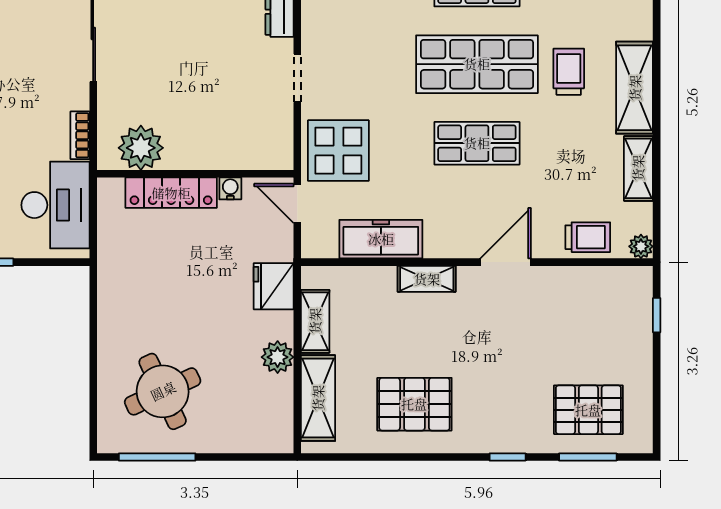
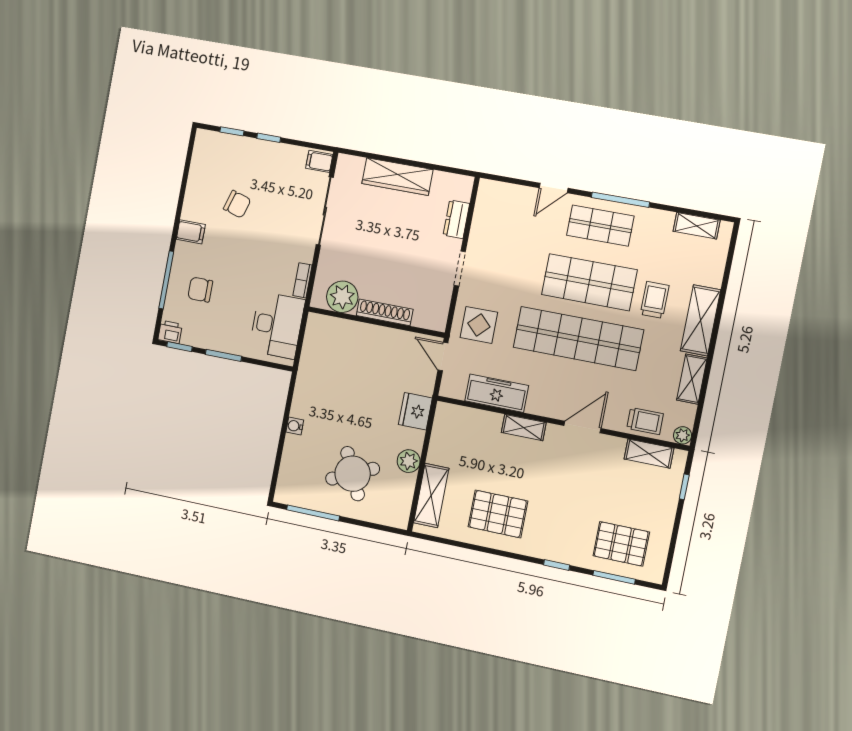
shop shelf: (477, 143) -> (578, 339), width x2.00, depth x1.36
display table: (338, 151) -> (479, 325), width x0.73, depth x0.73
shoe rack: (204, 158) -> (385, 312), added
water cooler: (230, 188) -> (295, 426), moved, turned -90
locker: (171, 193) -> (357, 332), removed
shelving: (315, 321) -> (649, 454), moved, turned 90
round table: (163, 391) -> (353, 474), moved

